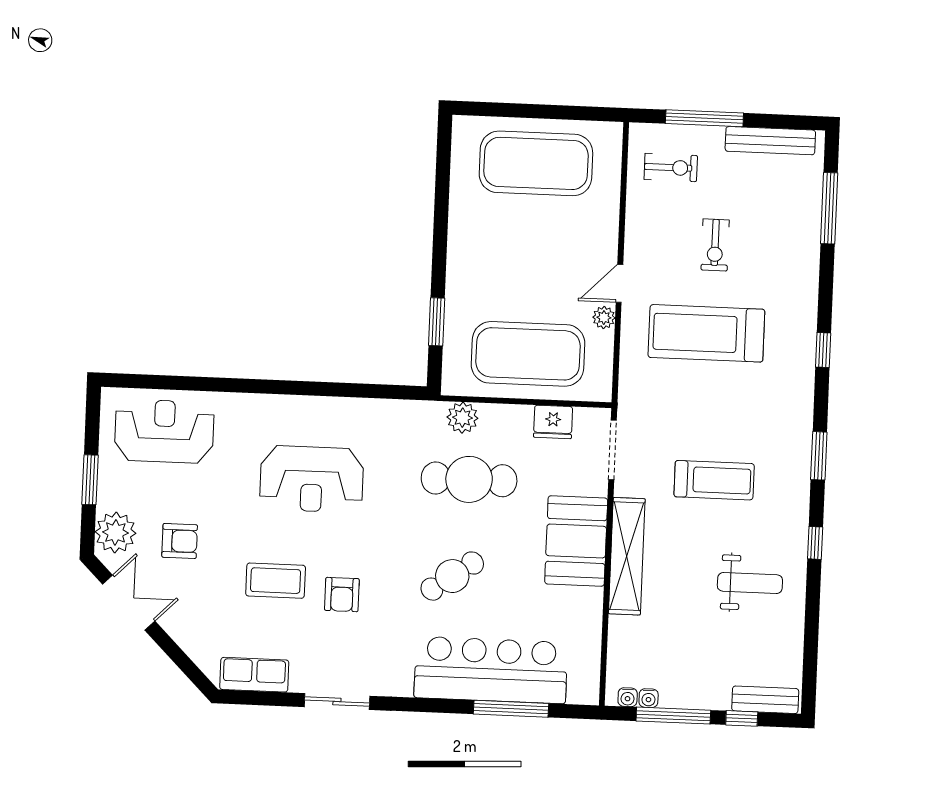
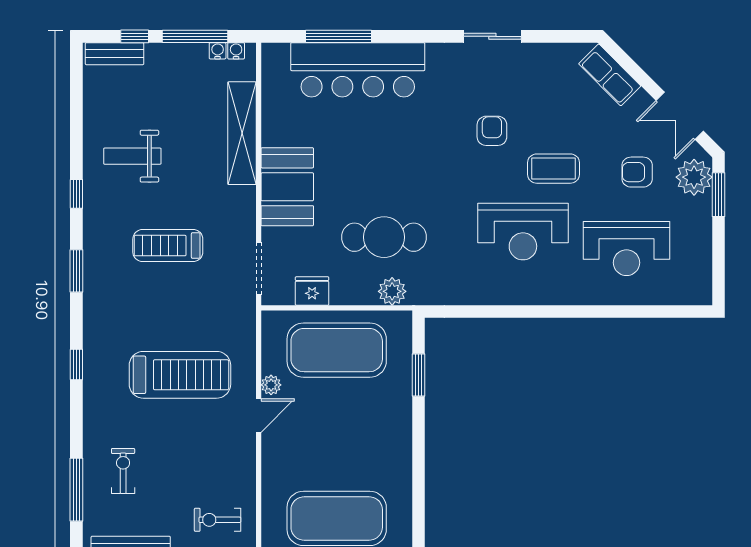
exercise bike: (715, 245) -> (123, 471), moved
reception desk: (164, 431) -> (627, 249), moved
reception desk: (312, 479) -> (523, 232), turned 180
window: (90, 480) -> (718, 195), moved
shelving: (627, 556) -> (242, 133), moved
cafe table: (452, 576) -> (395, 151), removed
coffee table: (276, 581) -> (554, 169), moved
row of seats: (254, 675) -> (610, 75), moved, turned 45

